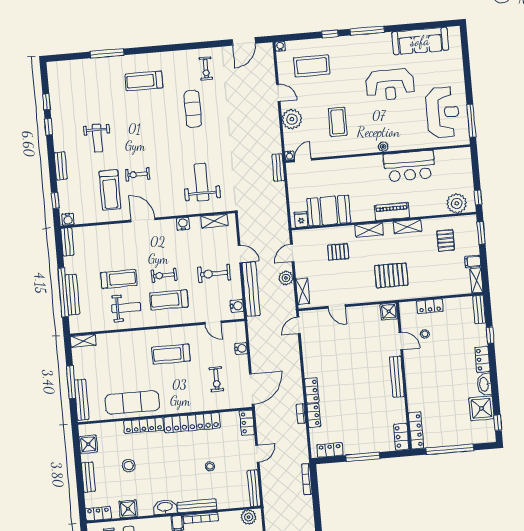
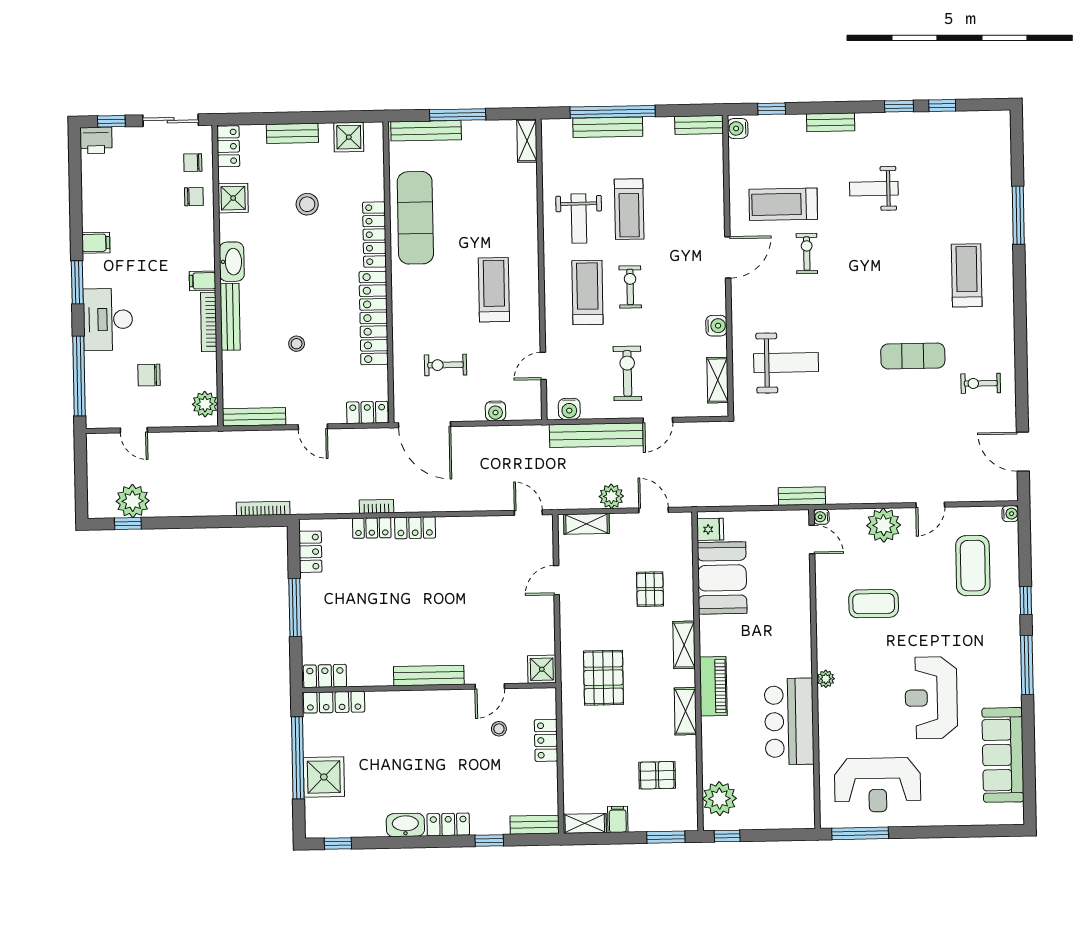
shower: (481, 408) -> (324, 777), moved

